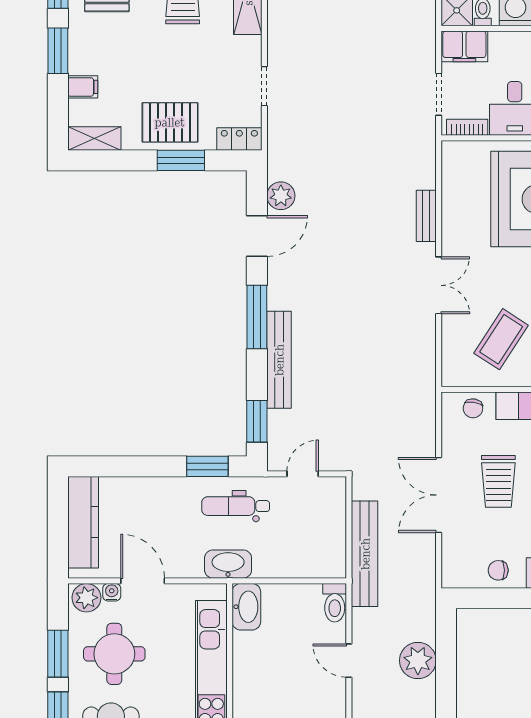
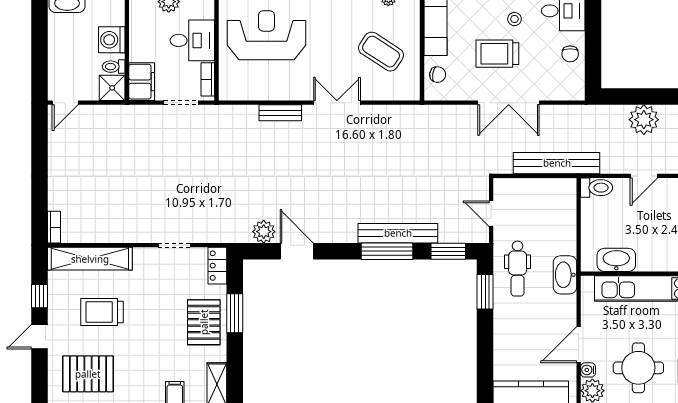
window: (257, 317) -> (387, 251), moved
trolley: (498, 481) -> (497, 54), turned 180
washbasin: (246, 607) -> (616, 260), moved

